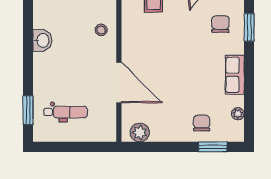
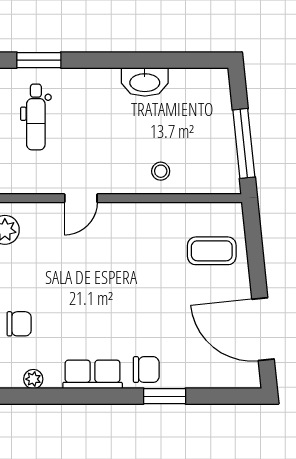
chair: (220, 24) -> (146, 370), moved
washbasin: (42, 40) -> (145, 82), width x1.38
door: (119, 82) -> (81, 198), width x0.53

